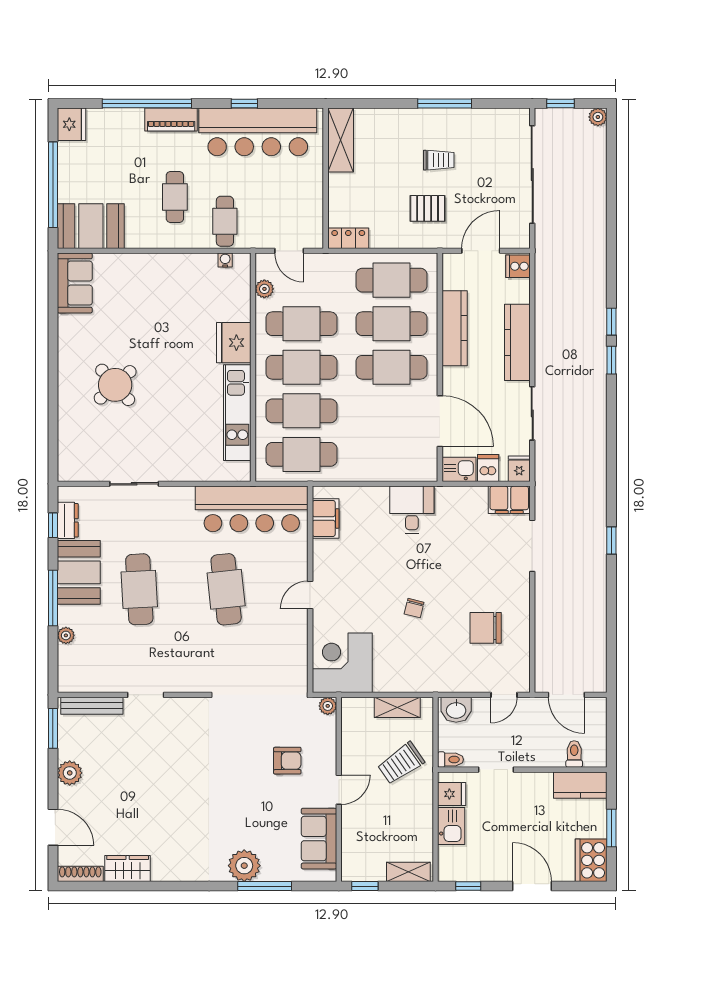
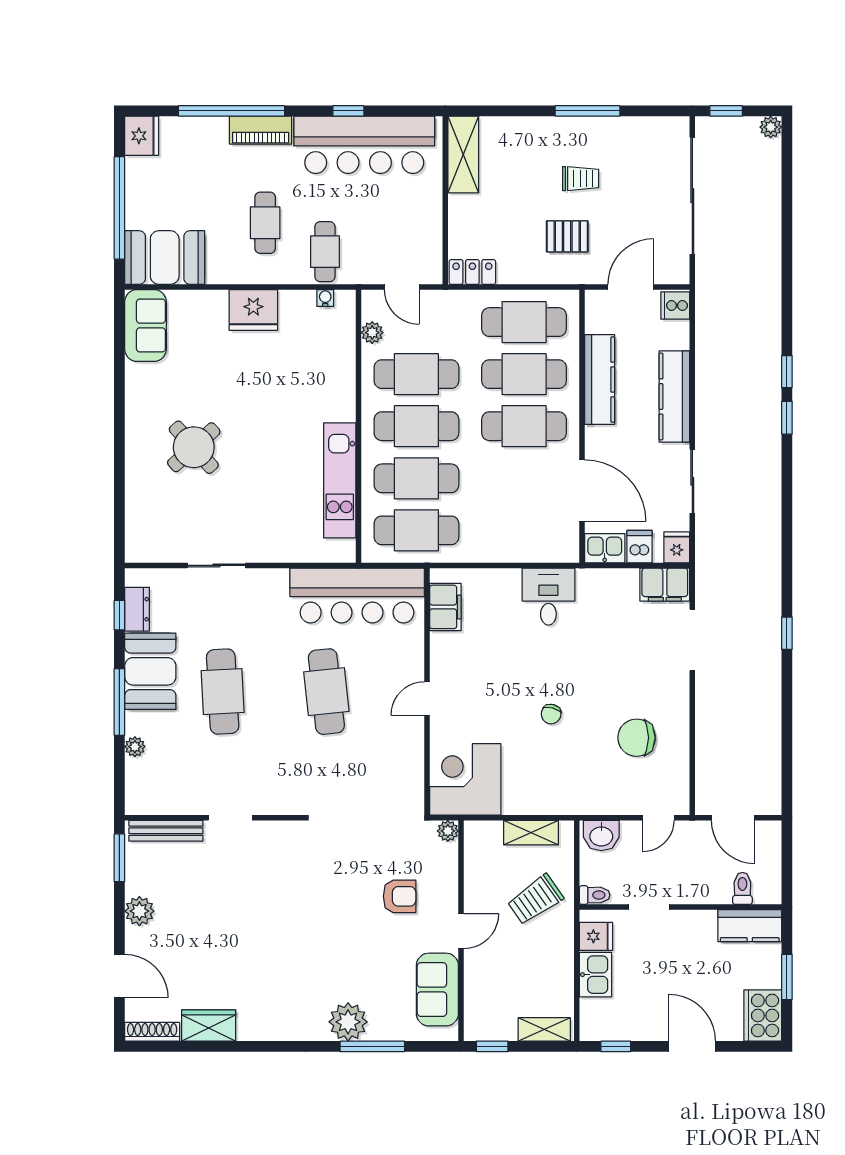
fridge: (234, 343) -> (253, 310), moved, turned -90

